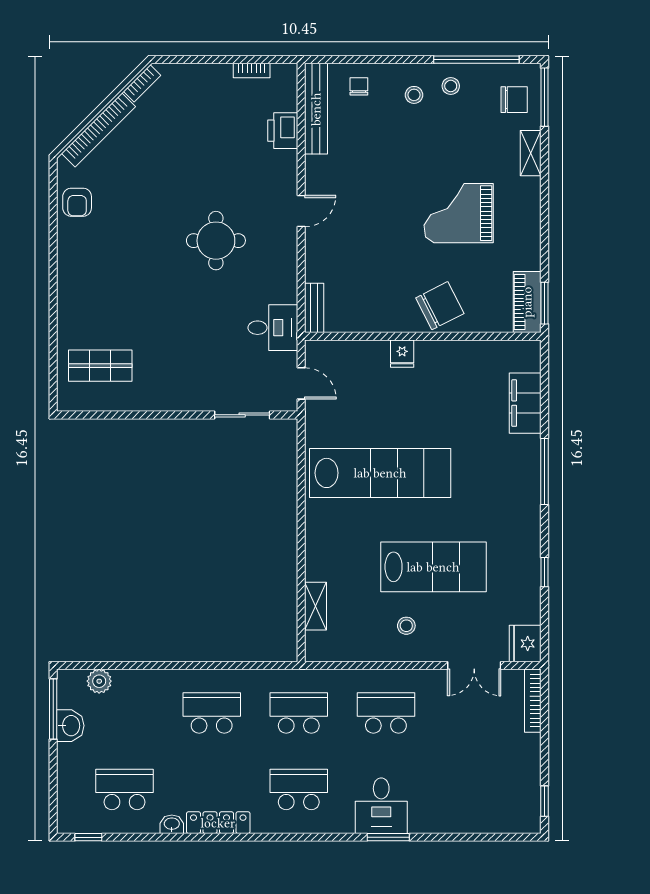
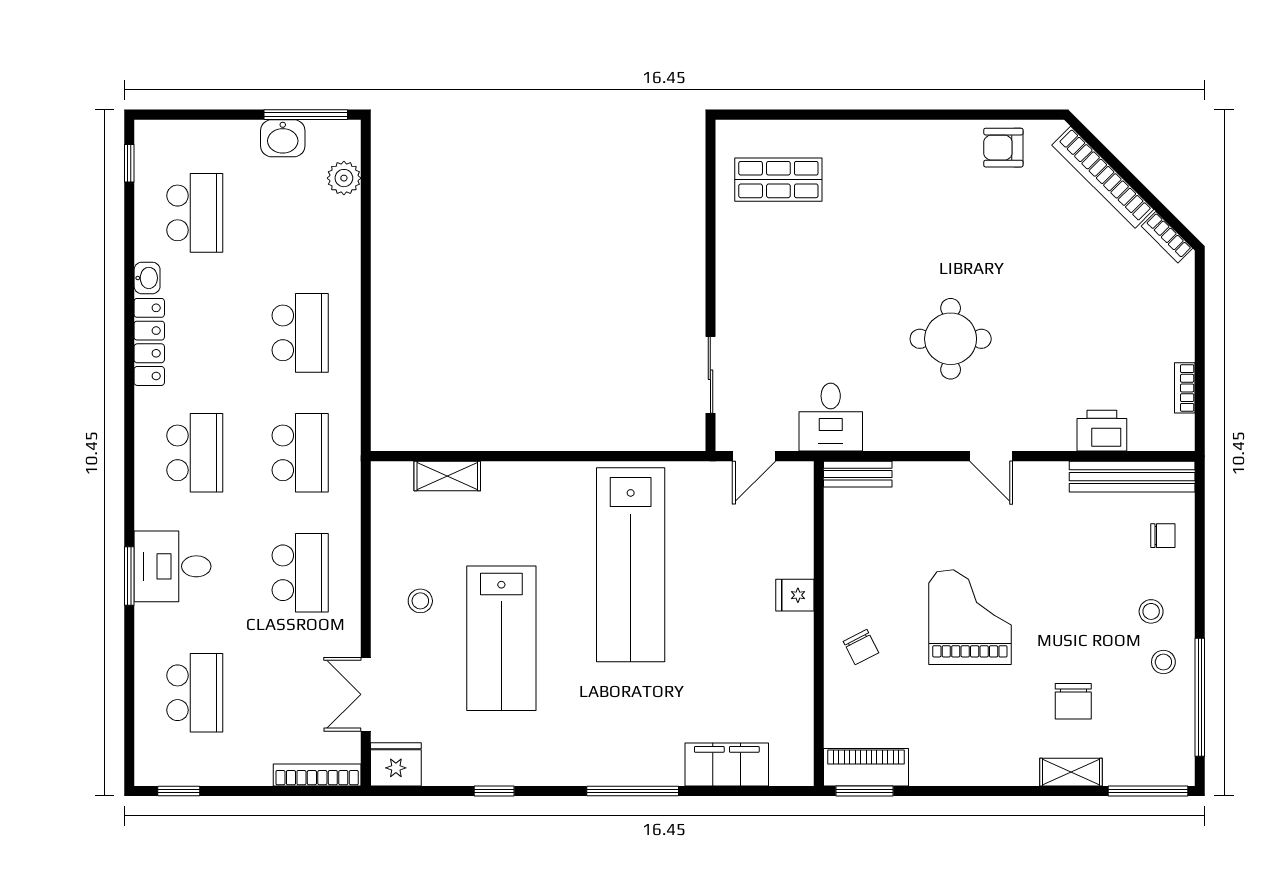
chair: (514, 100) -> (1073, 701), moved
grand piano: (459, 213) -> (970, 617), moved
chair: (440, 306) -> (861, 647), width x0.54, depth x0.54
shop shelf: (100, 366) -> (778, 180), turned 90
school desk: (473, 789) -> (195, 693), added

